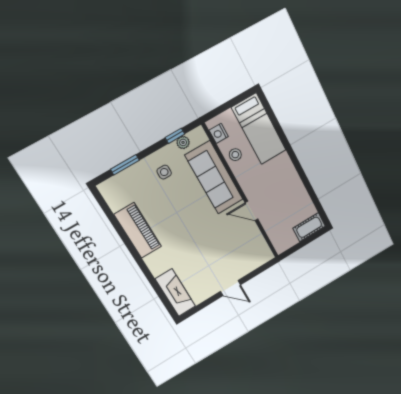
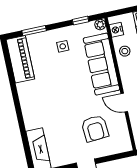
plant: (183, 142) -> (100, 25), moved
piano: (138, 230) -> (20, 59), moved
armchair: (229, 249) -> (95, 128), added

